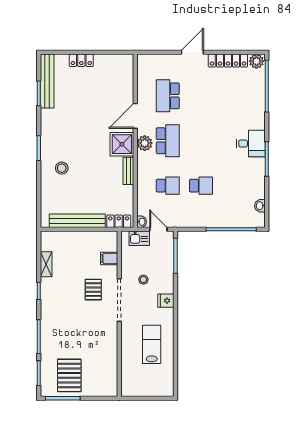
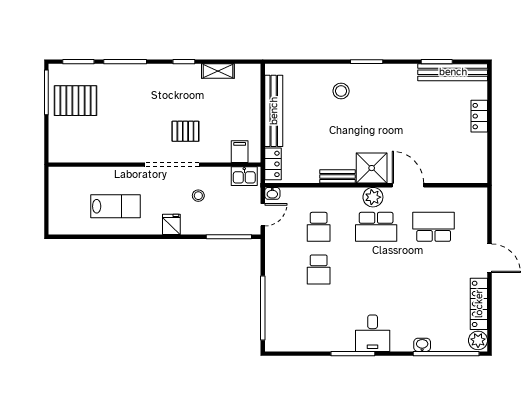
washbasin: (260, 206) -> (422, 345), moved
kitchen sink: (139, 238) -> (244, 176), moved, turned -90
filing cabinet: (109, 258) -> (240, 152), moved

